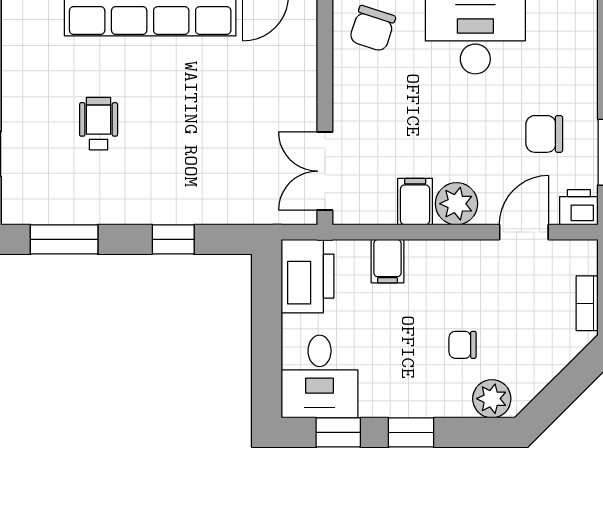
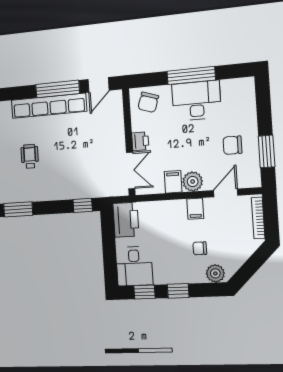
double door: (325, 171) -> (131, 170), swing flipped
printer: (579, 207) -> (140, 141), moved, turned 90
window: (173, 239) -> (83, 205), moved
filing cabinet: (387, 261) -> (195, 209), moved
bookcase: (587, 303) -> (258, 218), width x1.56

